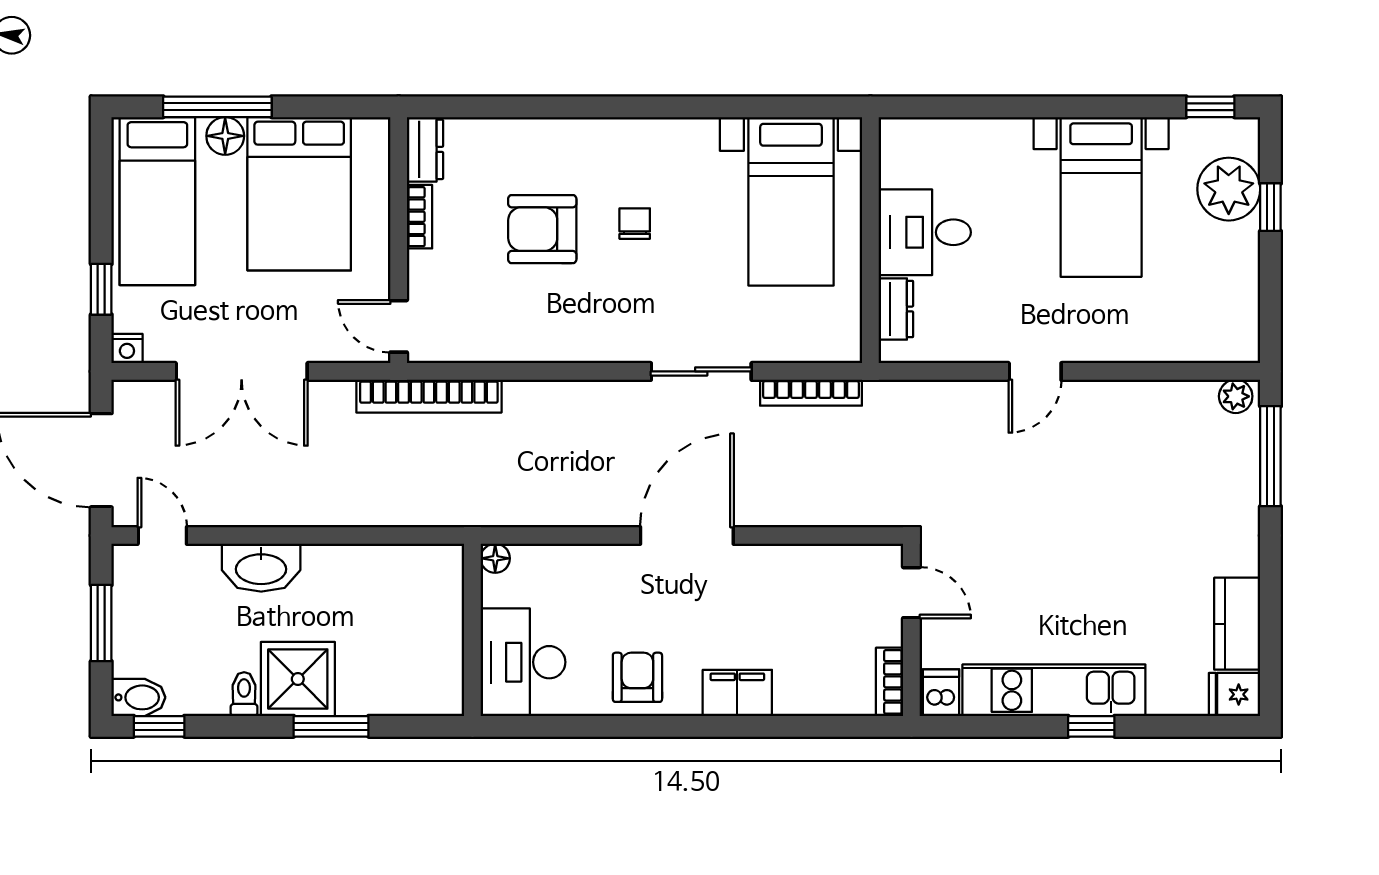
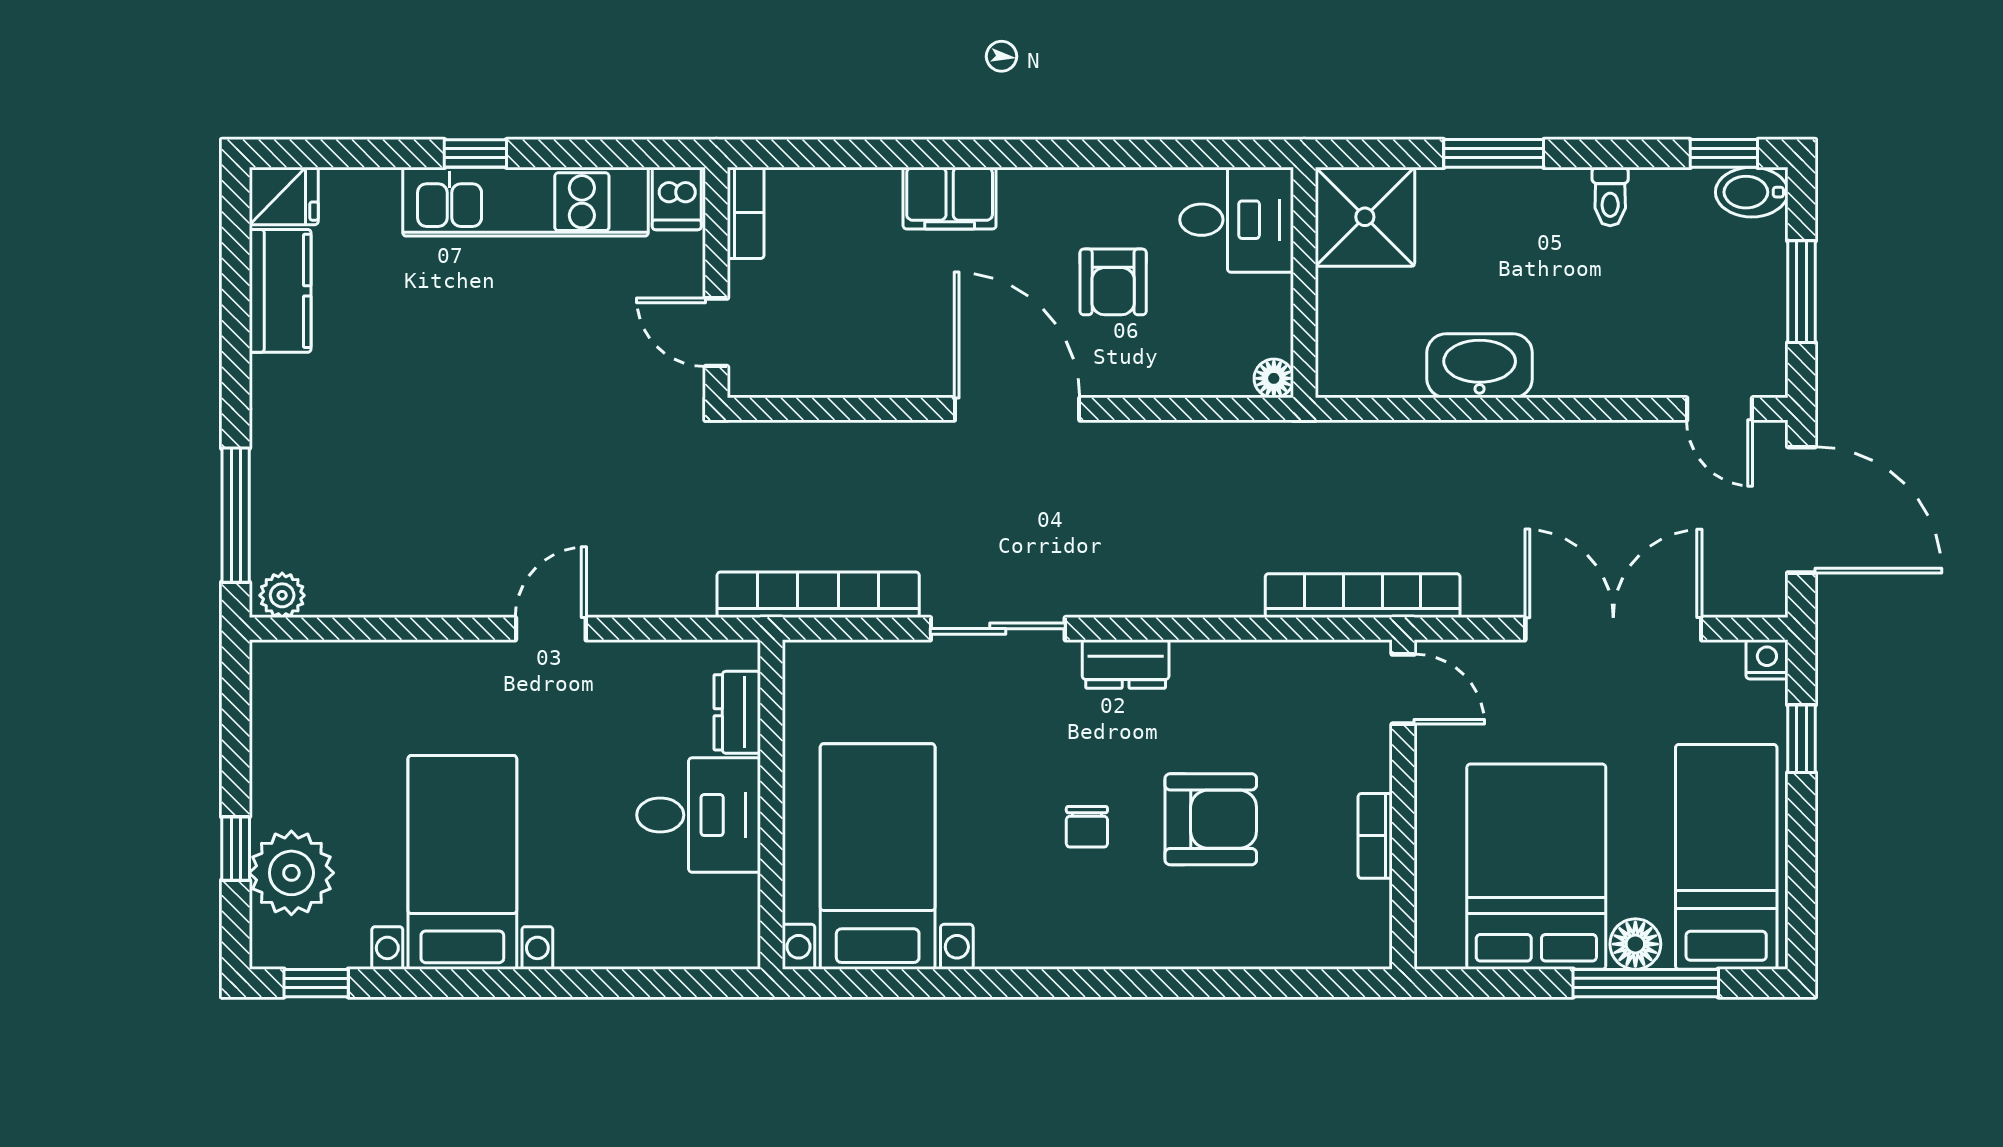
dresser: (425, 149) -> (1126, 664), moved, turned -90
bookcase: (811, 393) -> (818, 595), width x1.48, depth x1.31
door: (687, 536) -> (1017, 409), swing flipped
washbasin: (261, 568) -> (1480, 366), moved
desk: (523, 662) -> (1237, 220), width x0.73
armchair: (637, 677) -> (1113, 282), moved
shower: (298, 679) -> (1365, 217), moved

